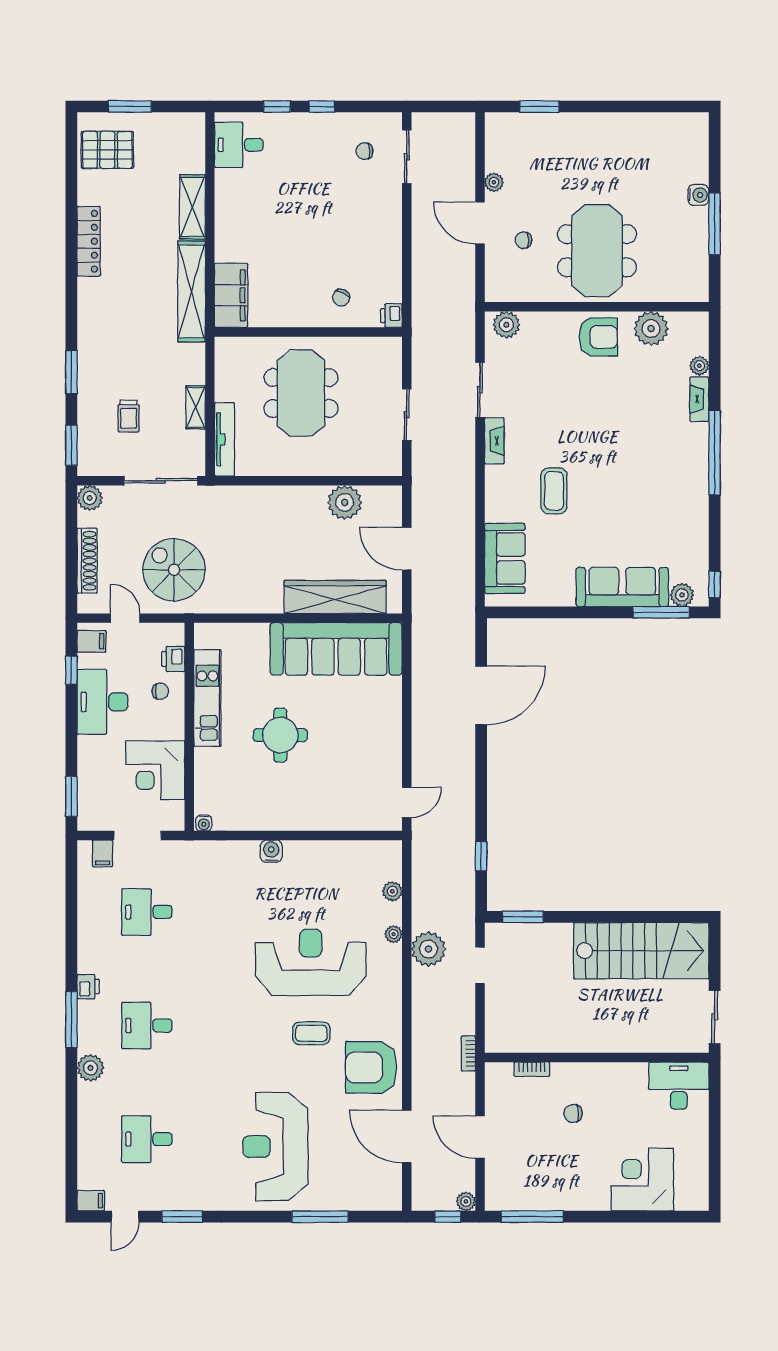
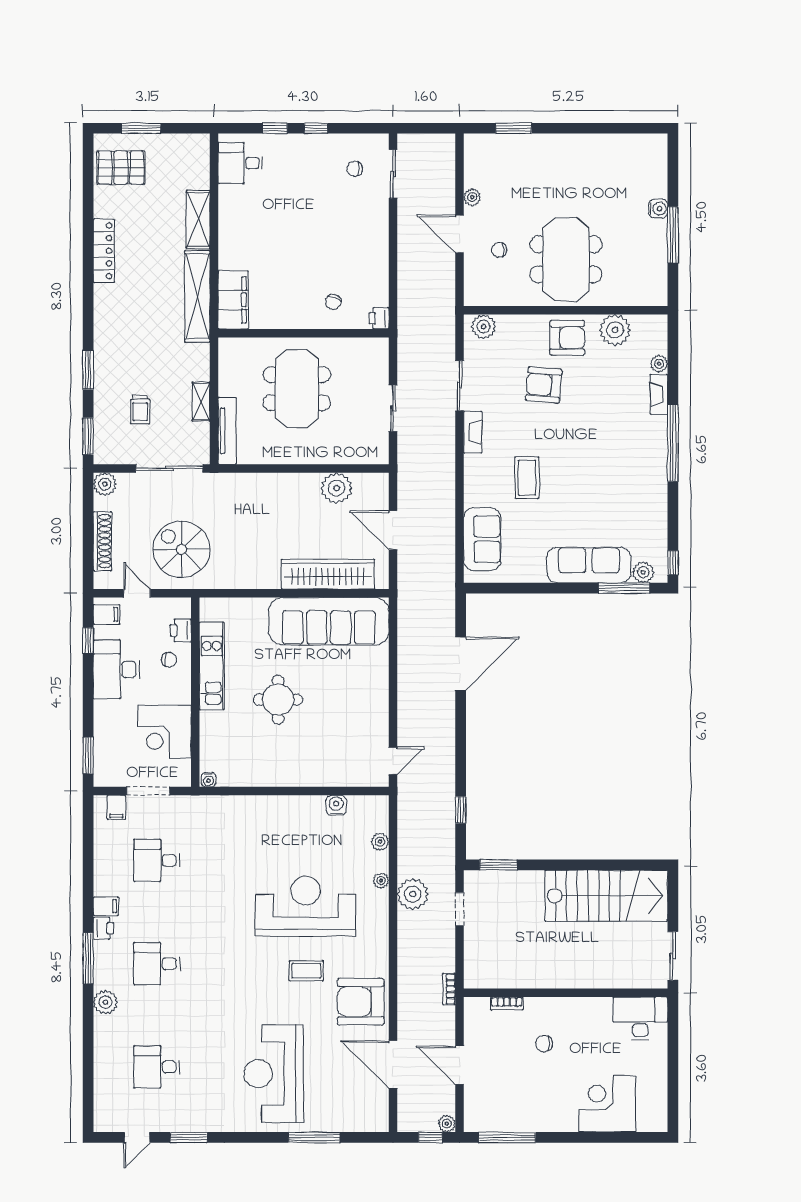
armchair: (573, 389) -> (544, 385), added
water cooler: (271, 851) -> (336, 805), moved
filing cabinet: (91, 1201) -> (106, 906), moved

